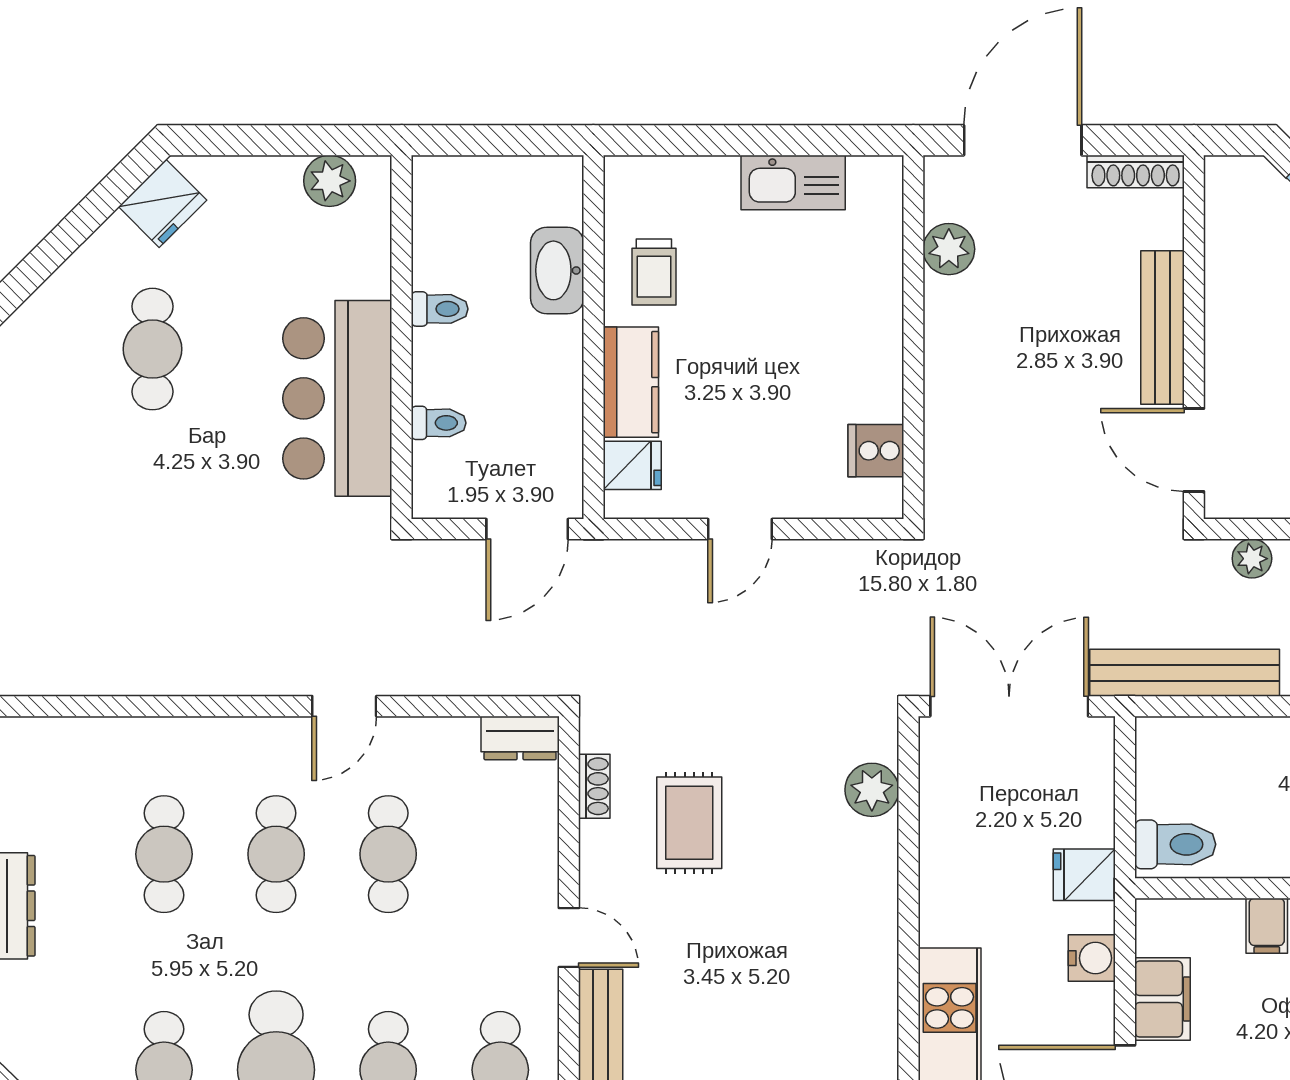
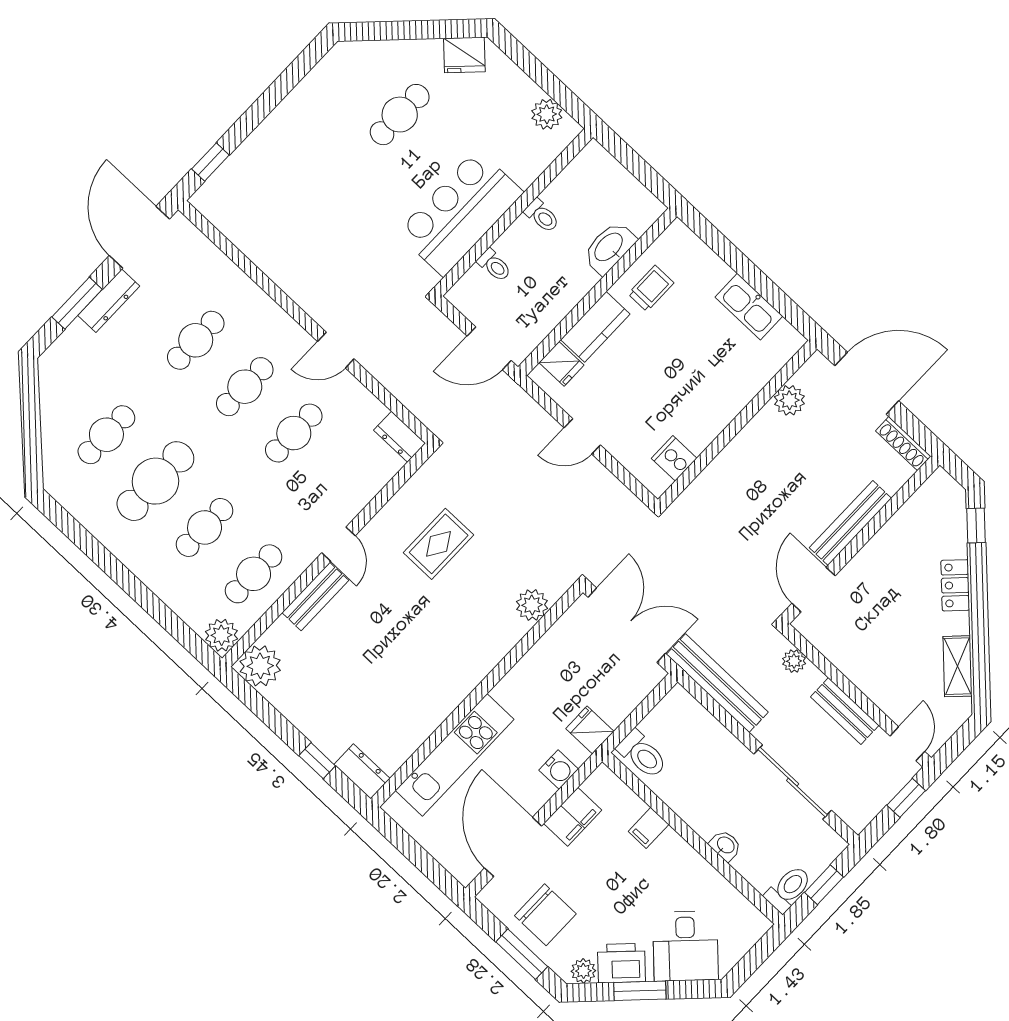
trolley: (654, 272) -> (651, 288), turned 180
shoe rack: (594, 786) -> (412, 489), removed

